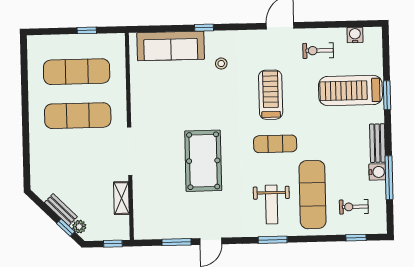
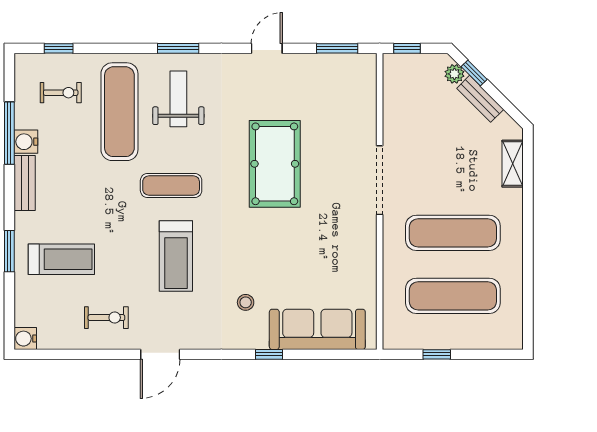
water cooler: (355, 35) -> (25, 339), moved, turned 90
treadmill: (350, 90) -> (61, 259), width x0.73, depth x0.73
shelving: (121, 198) -> (513, 164), moved
window: (177, 242) -> (337, 48), moved

